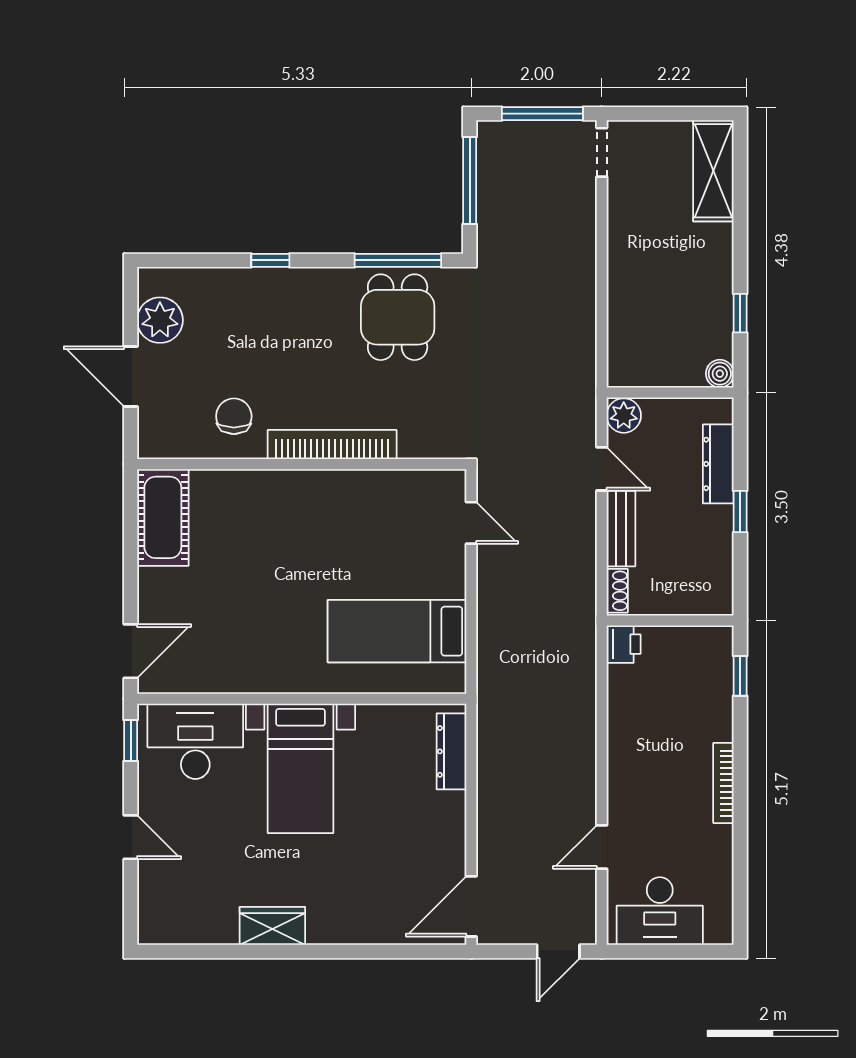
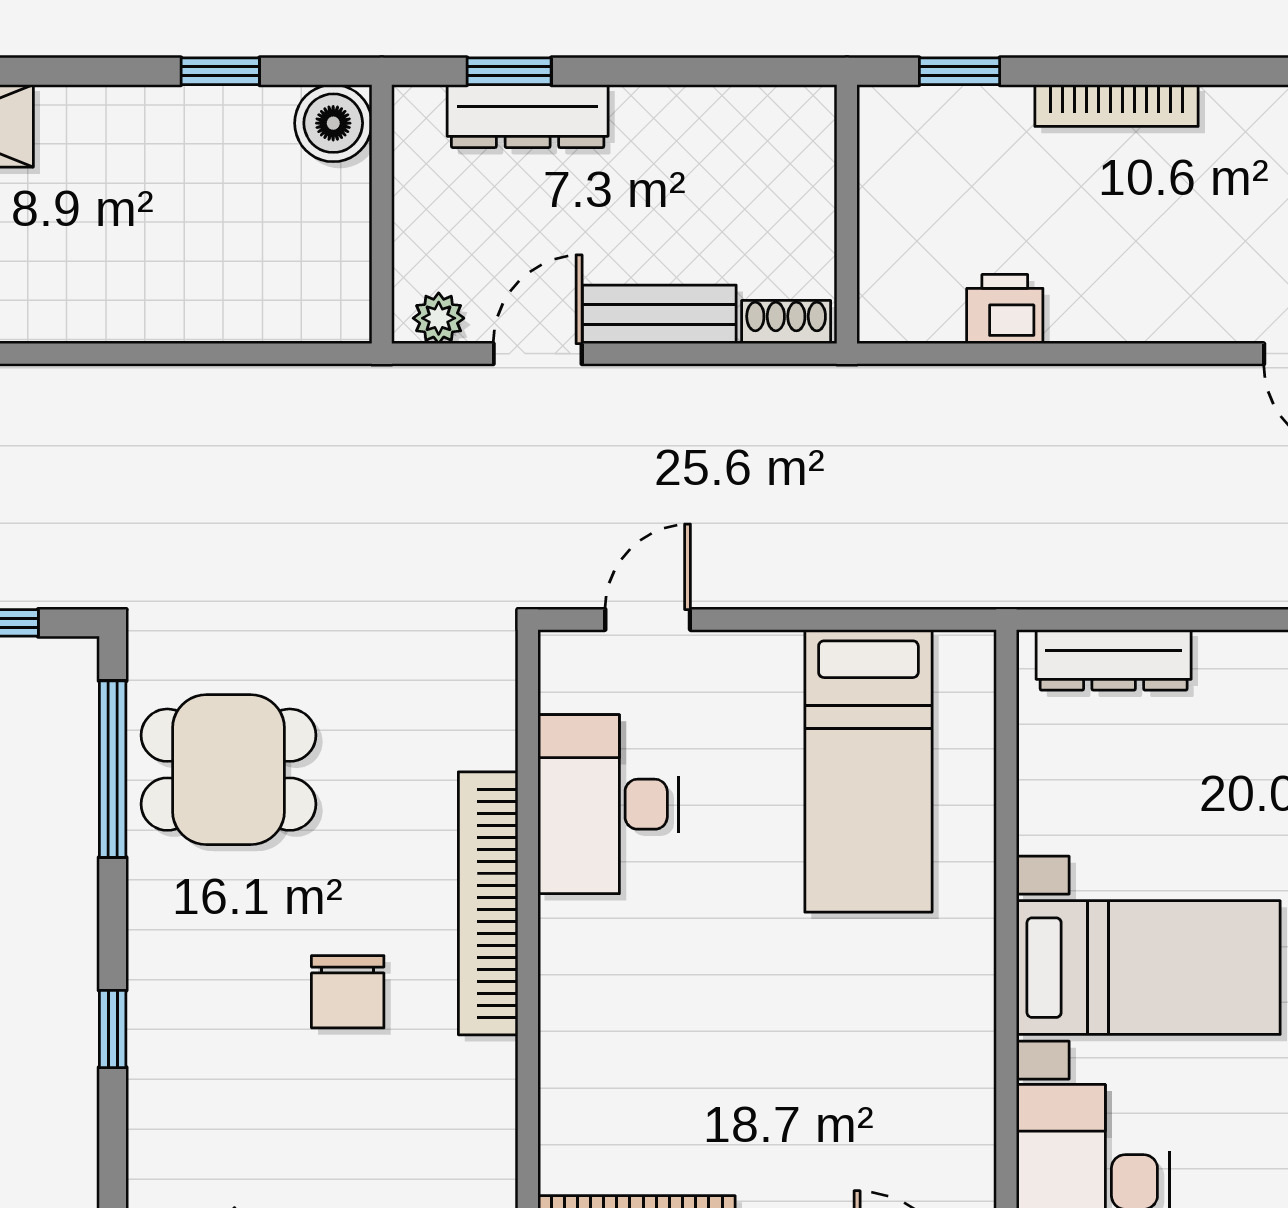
boiler: (720, 374) -> (333, 123), width x1.36, depth x1.36
chair: (234, 416) -> (348, 992), moved, turned -90
plant: (624, 416) -> (439, 318), width x0.73, depth x0.73
desk: (381, 503) -> (608, 804), added
window: (740, 512) -> (509, 71), moved
printer: (624, 644) -> (1005, 309), moved
bookcase: (723, 783) -> (1116, 105), moved

